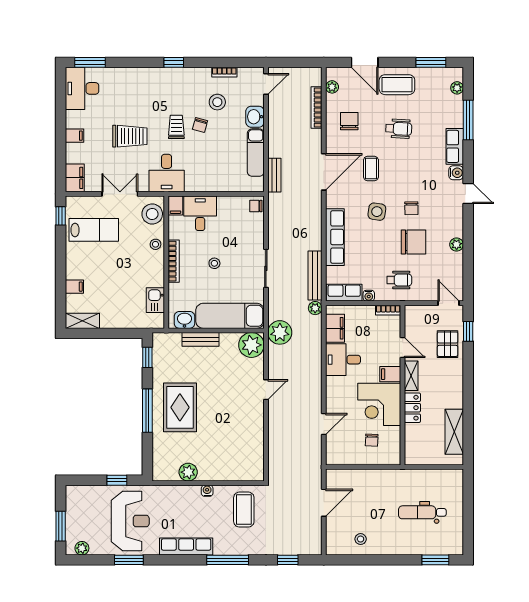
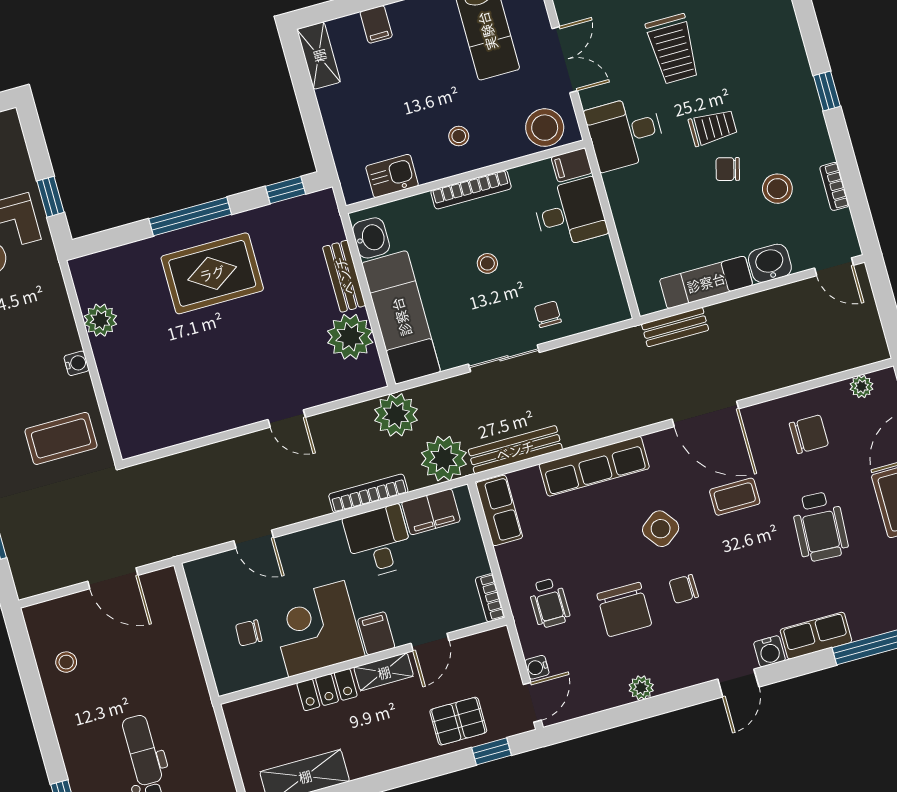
bookcase: (316, 108) -> (368, 493), moved
wheelchair: (399, 129) -> (820, 526), width x1.36, depth x1.37
chair: (256, 206) -> (548, 314), moved
side table: (377, 212) -> (661, 529), turned 45
stool: (155, 244) -> (459, 136), moved
water cooler: (369, 296) -> (537, 667), moved
plant: (315, 308) -> (444, 459), width x1.88, depth x1.88
plant: (251, 345) -> (350, 337), moved

